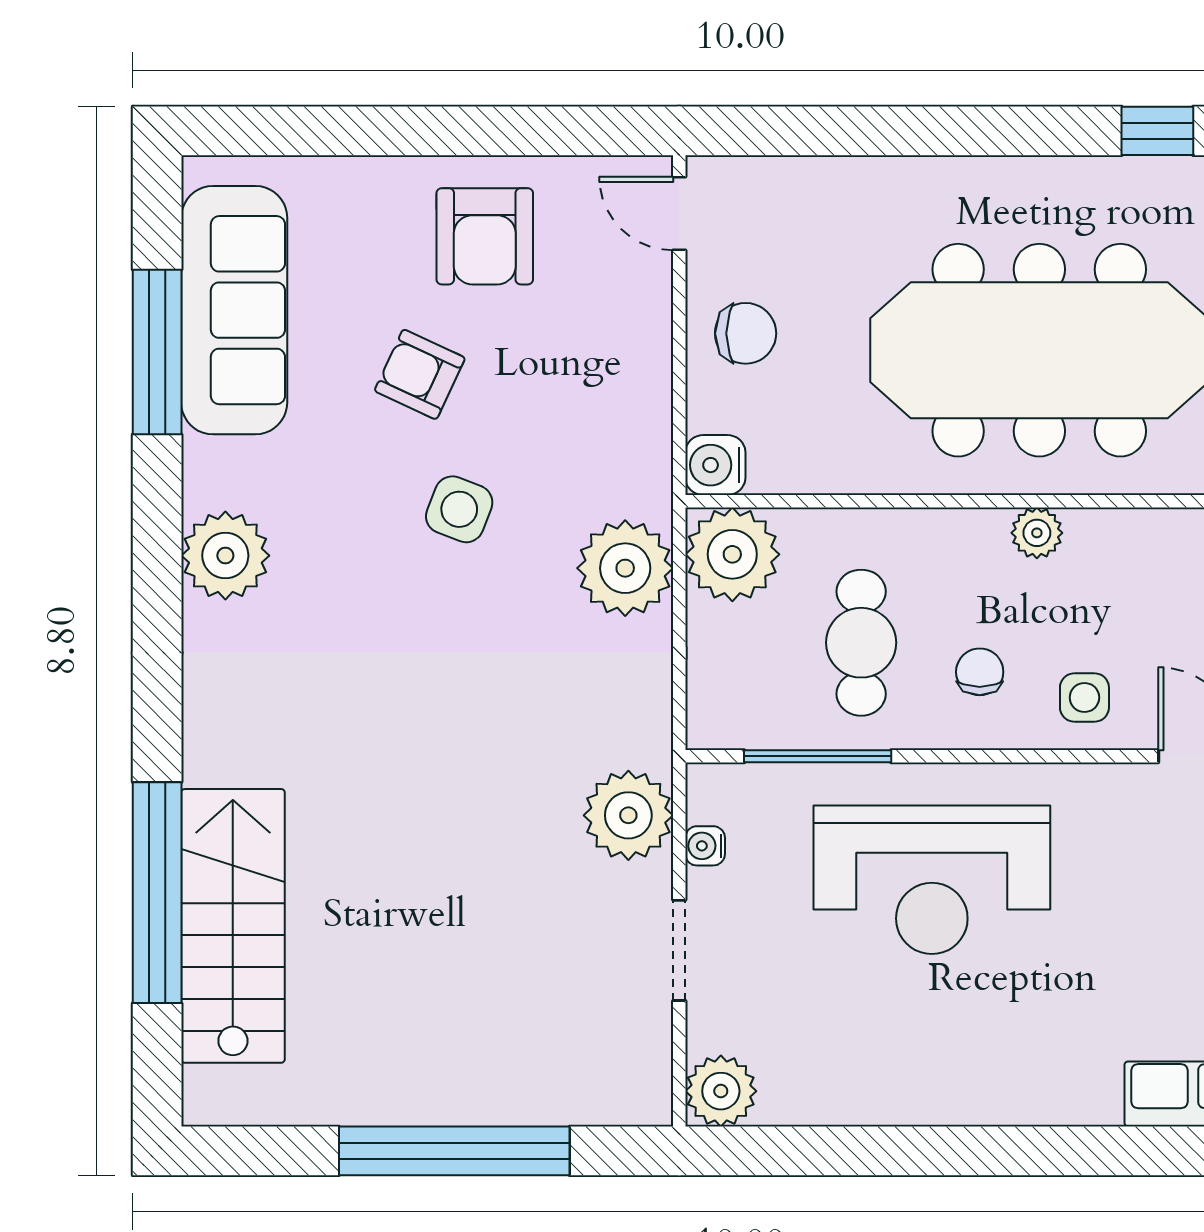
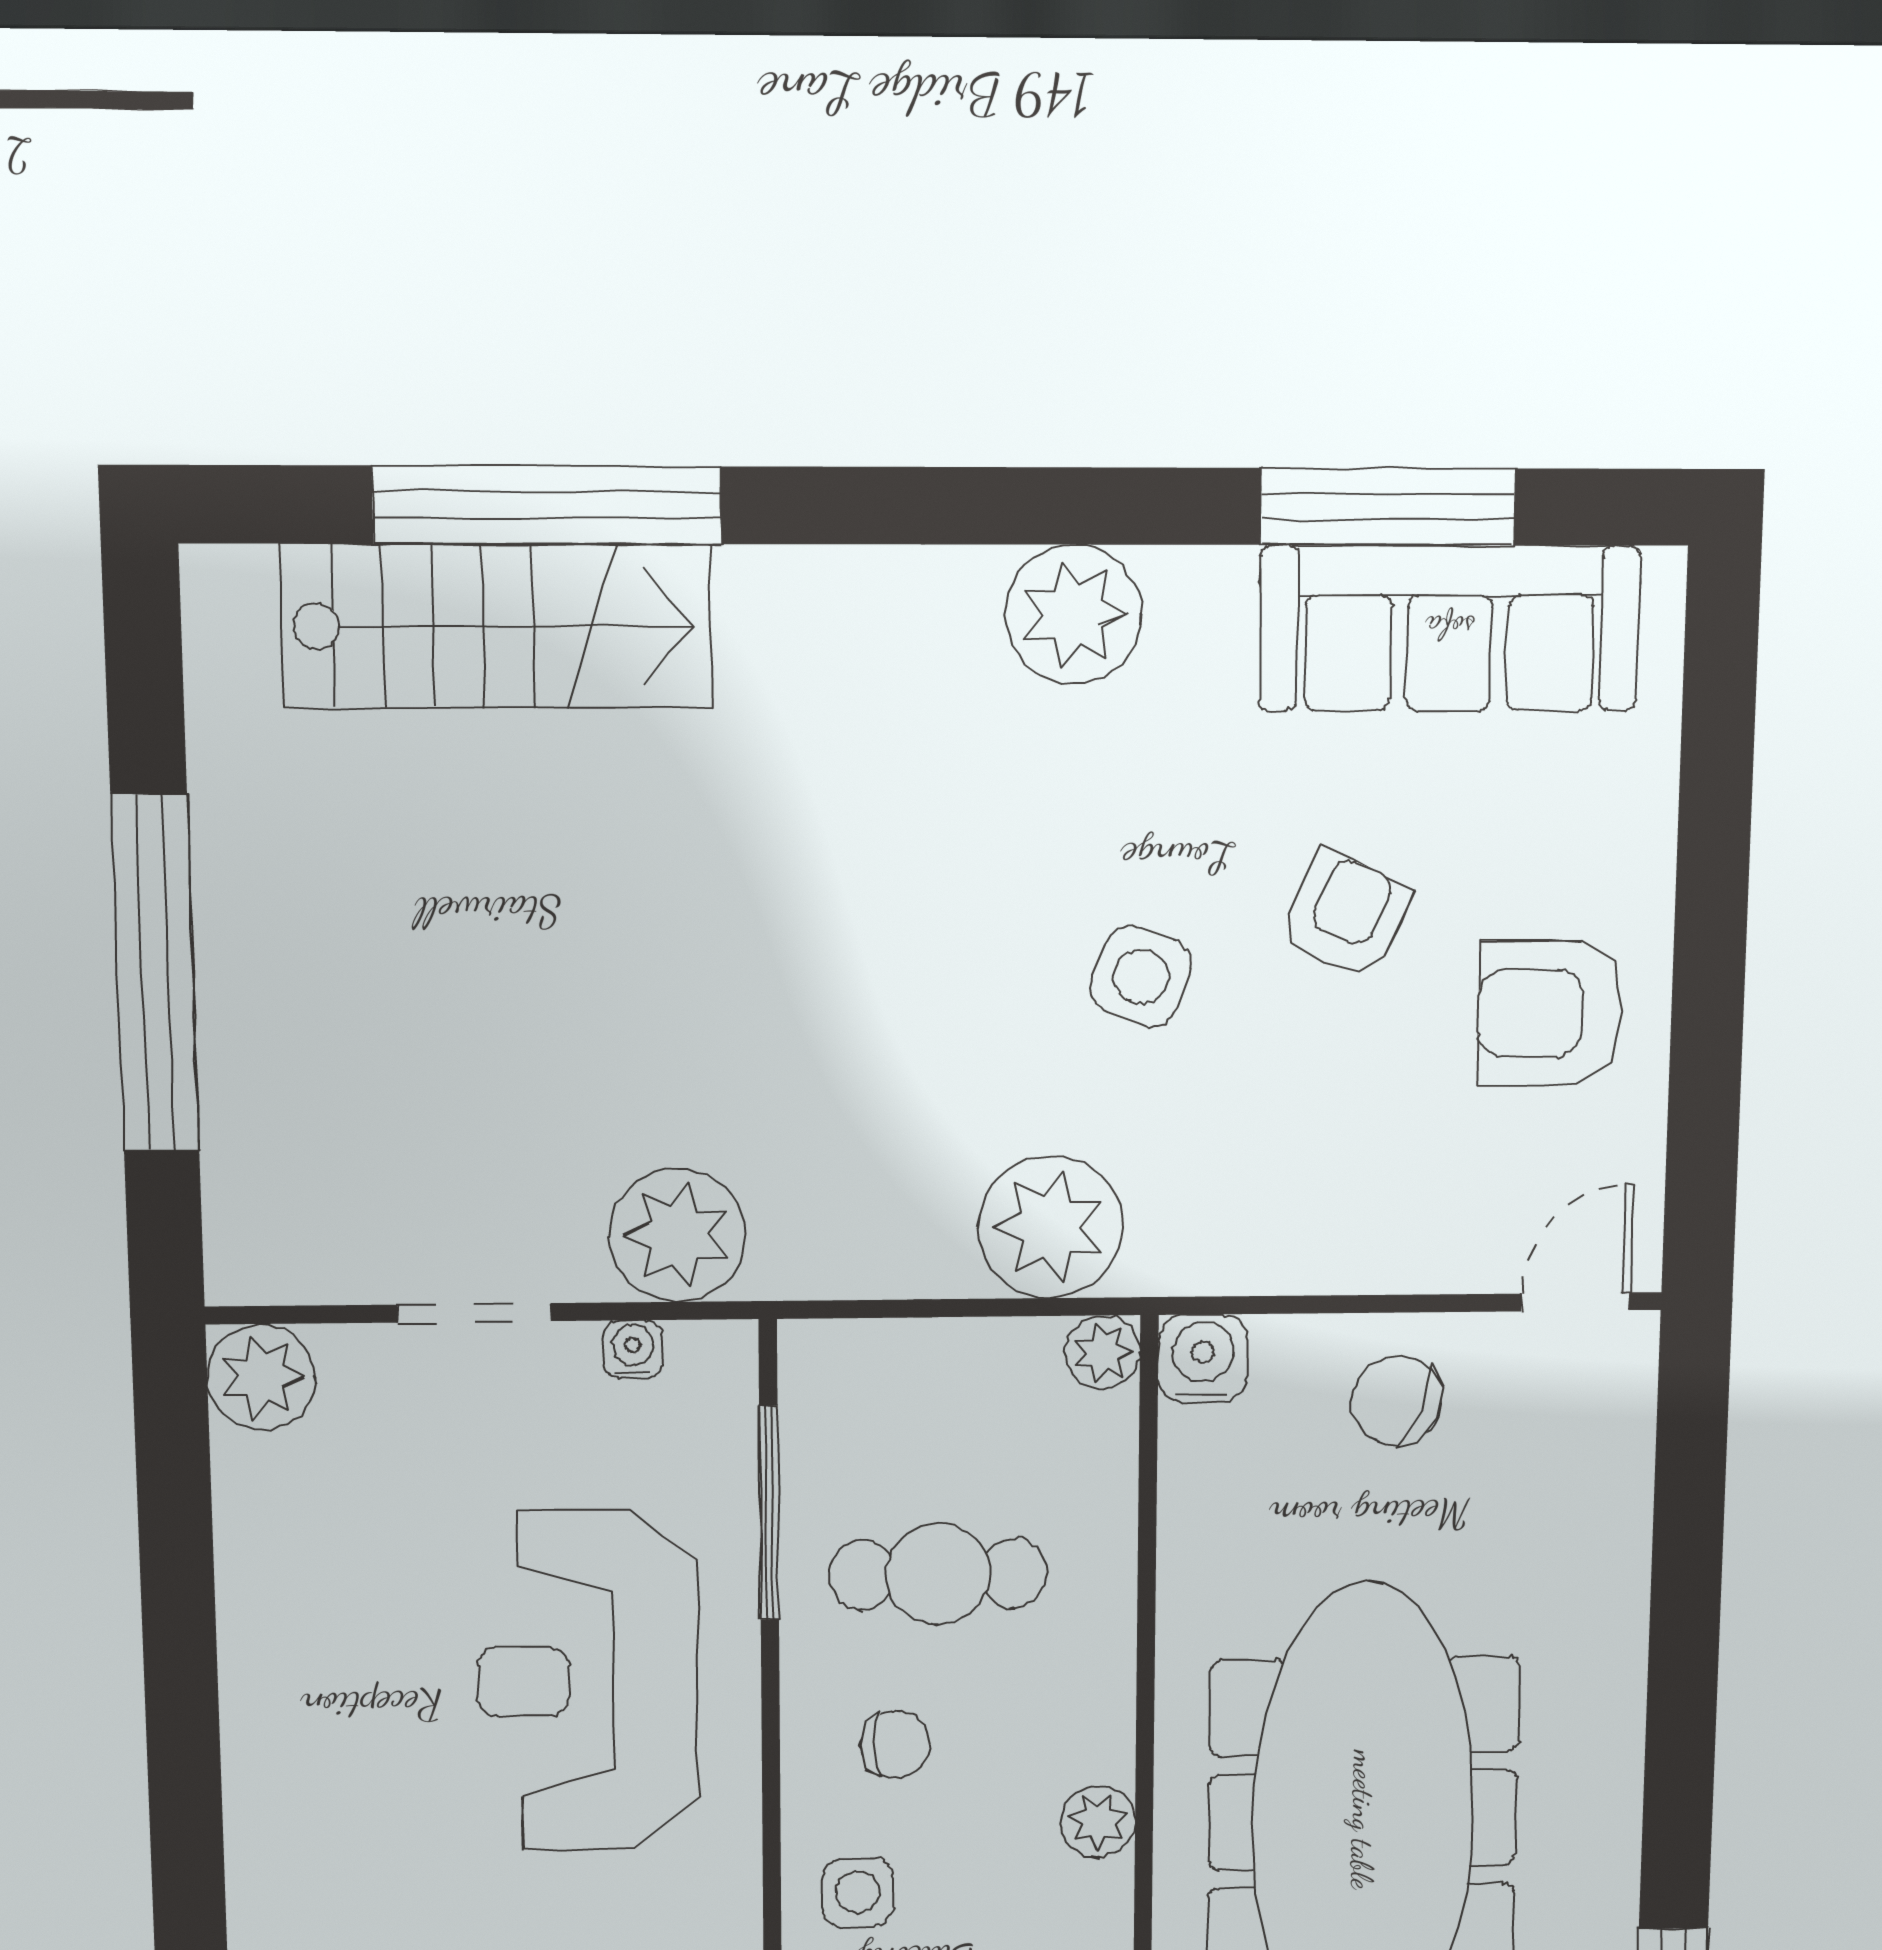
chair: (746, 333) -> (1397, 1401), turned 113
plant: (732, 554) -> (1103, 1352), width x0.53, depth x0.53

